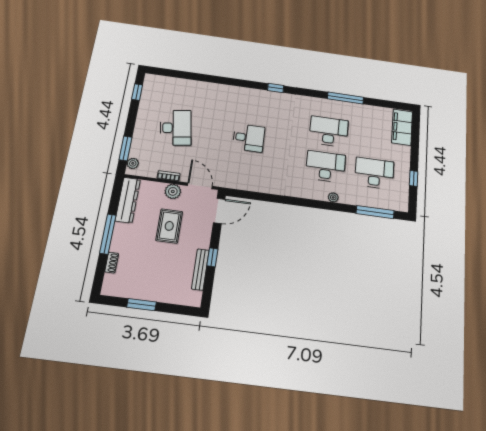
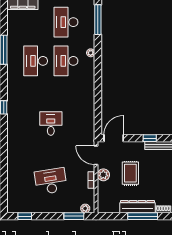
door: (200, 186) -> (96, 155), hinge flipped
dresser: (128, 200) -> (138, 207), moved
door: (219, 211) -> (114, 138), hinge flipped
rug: (169, 226) -> (130, 173), turned 90

